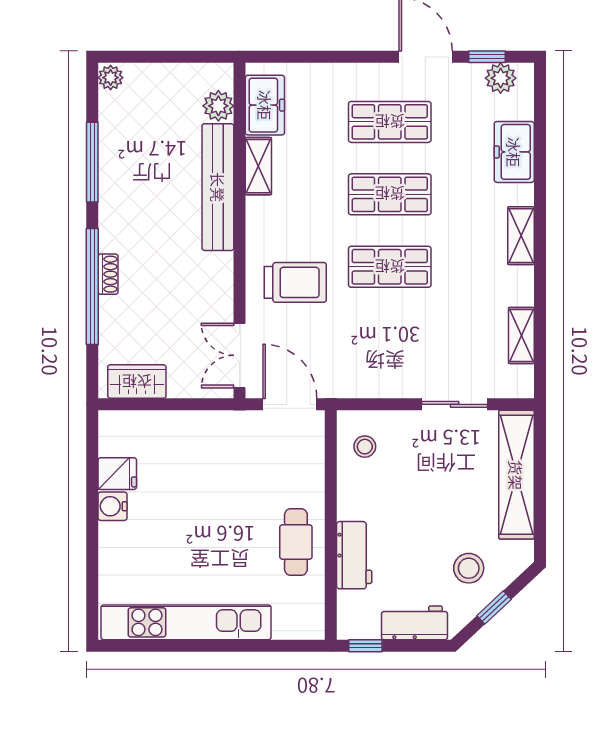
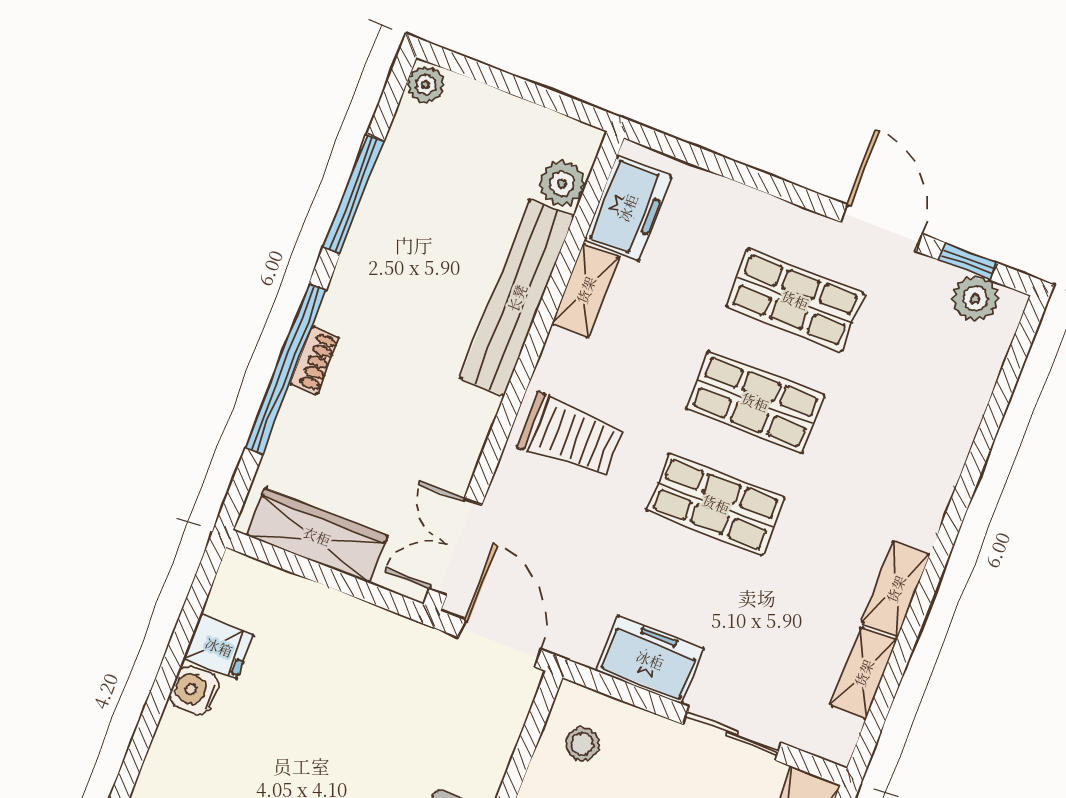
freezer: (514, 152) -> (650, 660), moved, turned 90
shelving: (521, 236) -> (896, 589), moved
trolley: (295, 282) -> (571, 436), moved
wardrobe: (137, 382) -> (317, 536), width x1.50

